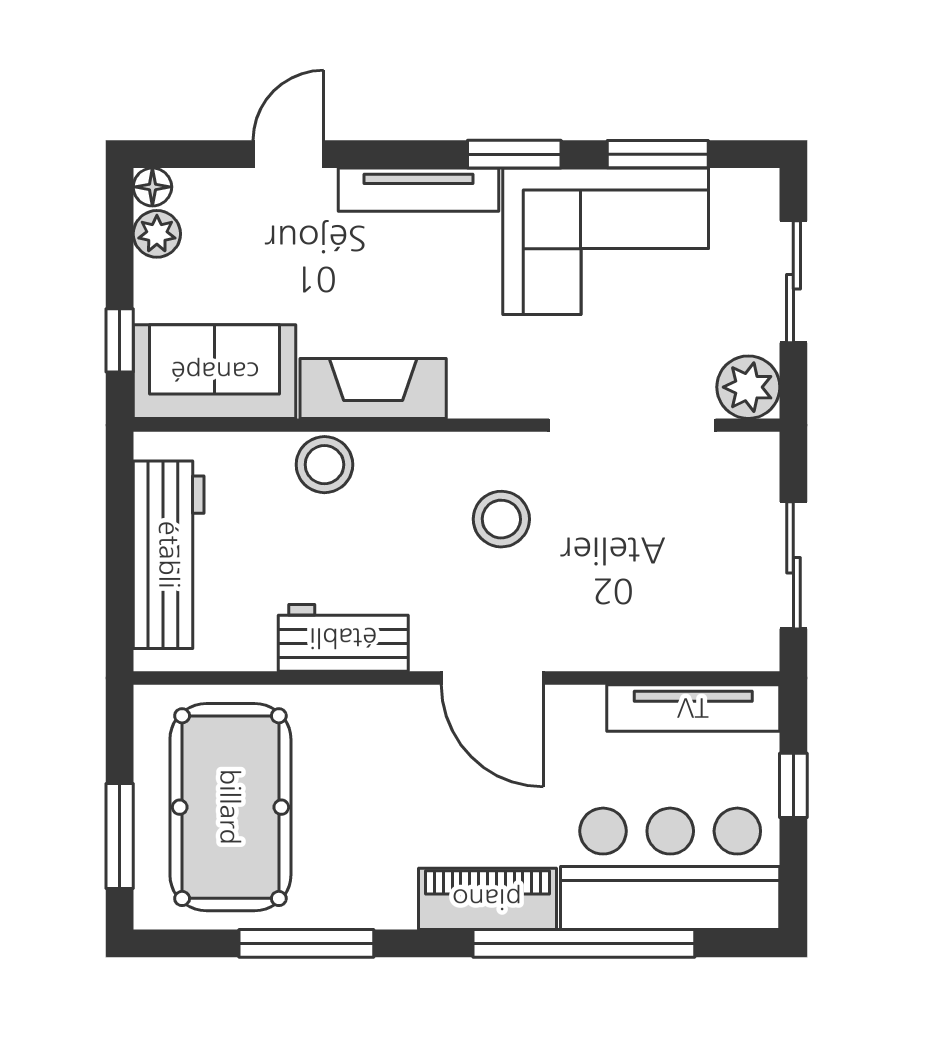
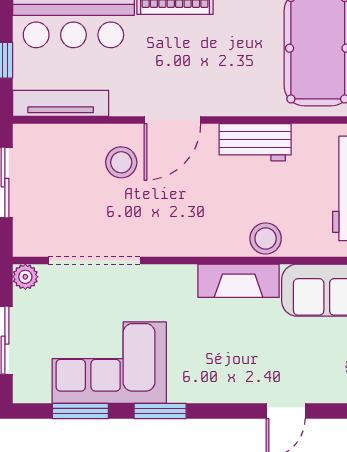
tv unit: (418, 190) -> (213, 391), removed
plant: (748, 387) -> (25, 277), width x0.73, depth x0.73
stool: (501, 519) -> (121, 162), moved
door: (492, 678) -> (172, 120), swing flipped

